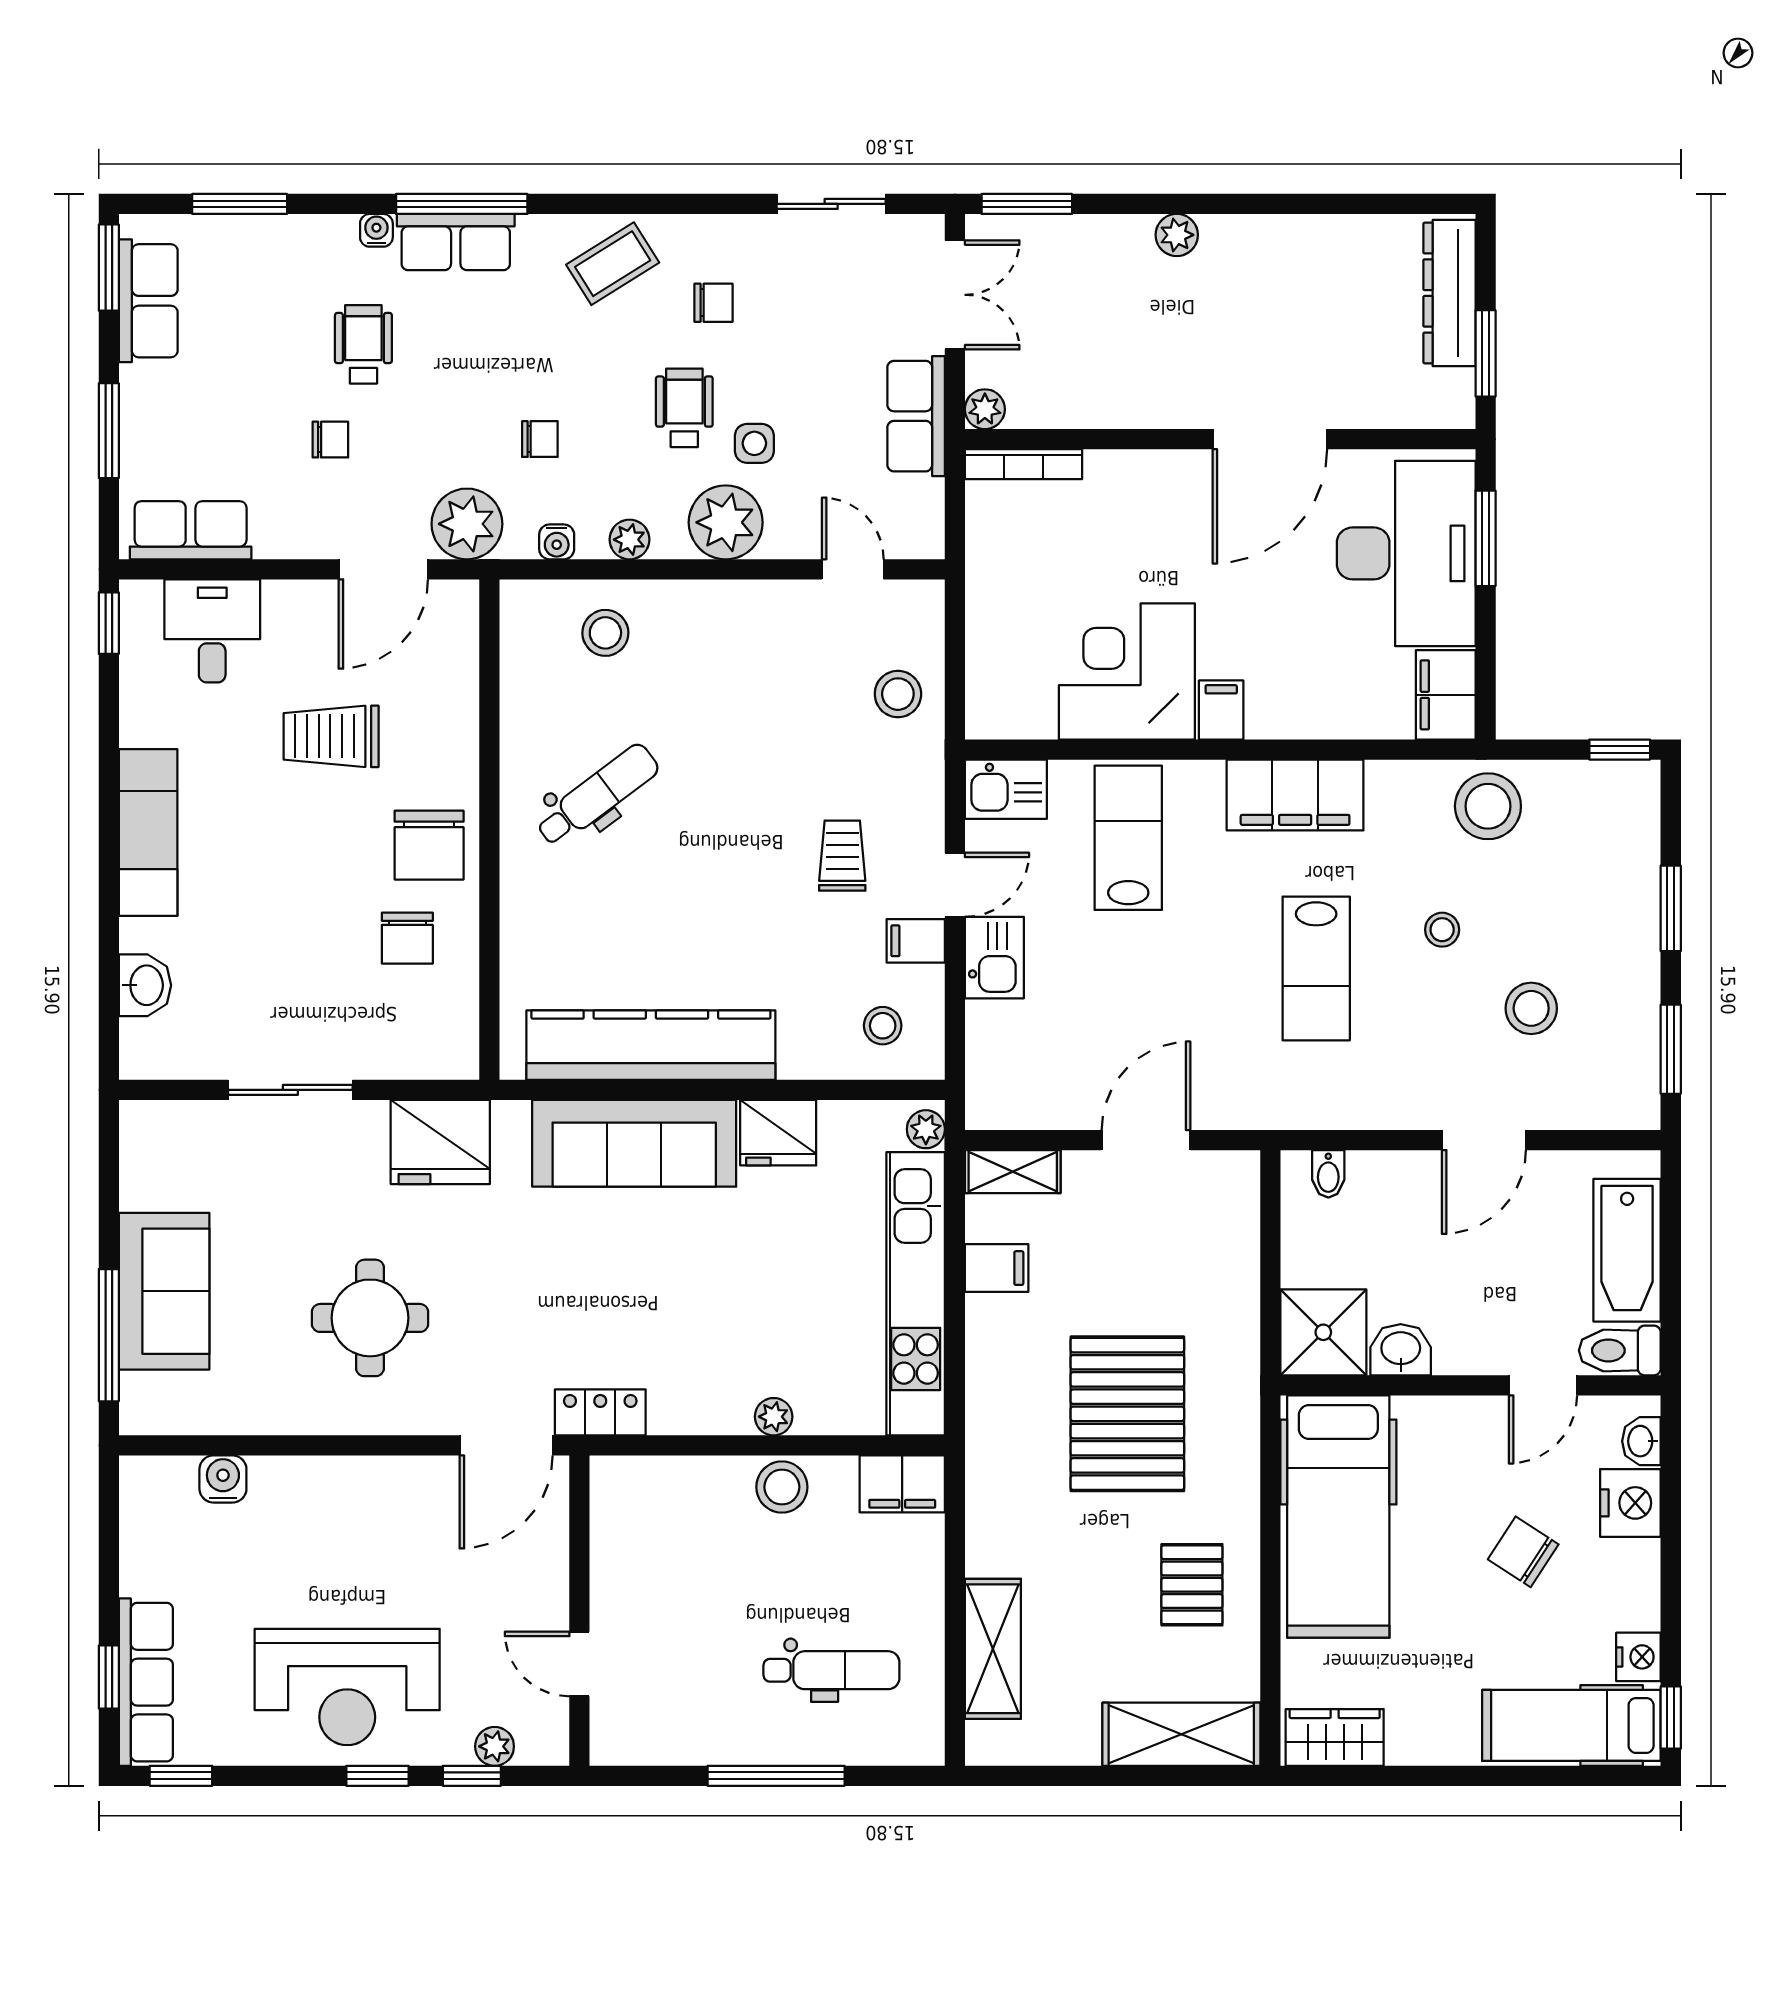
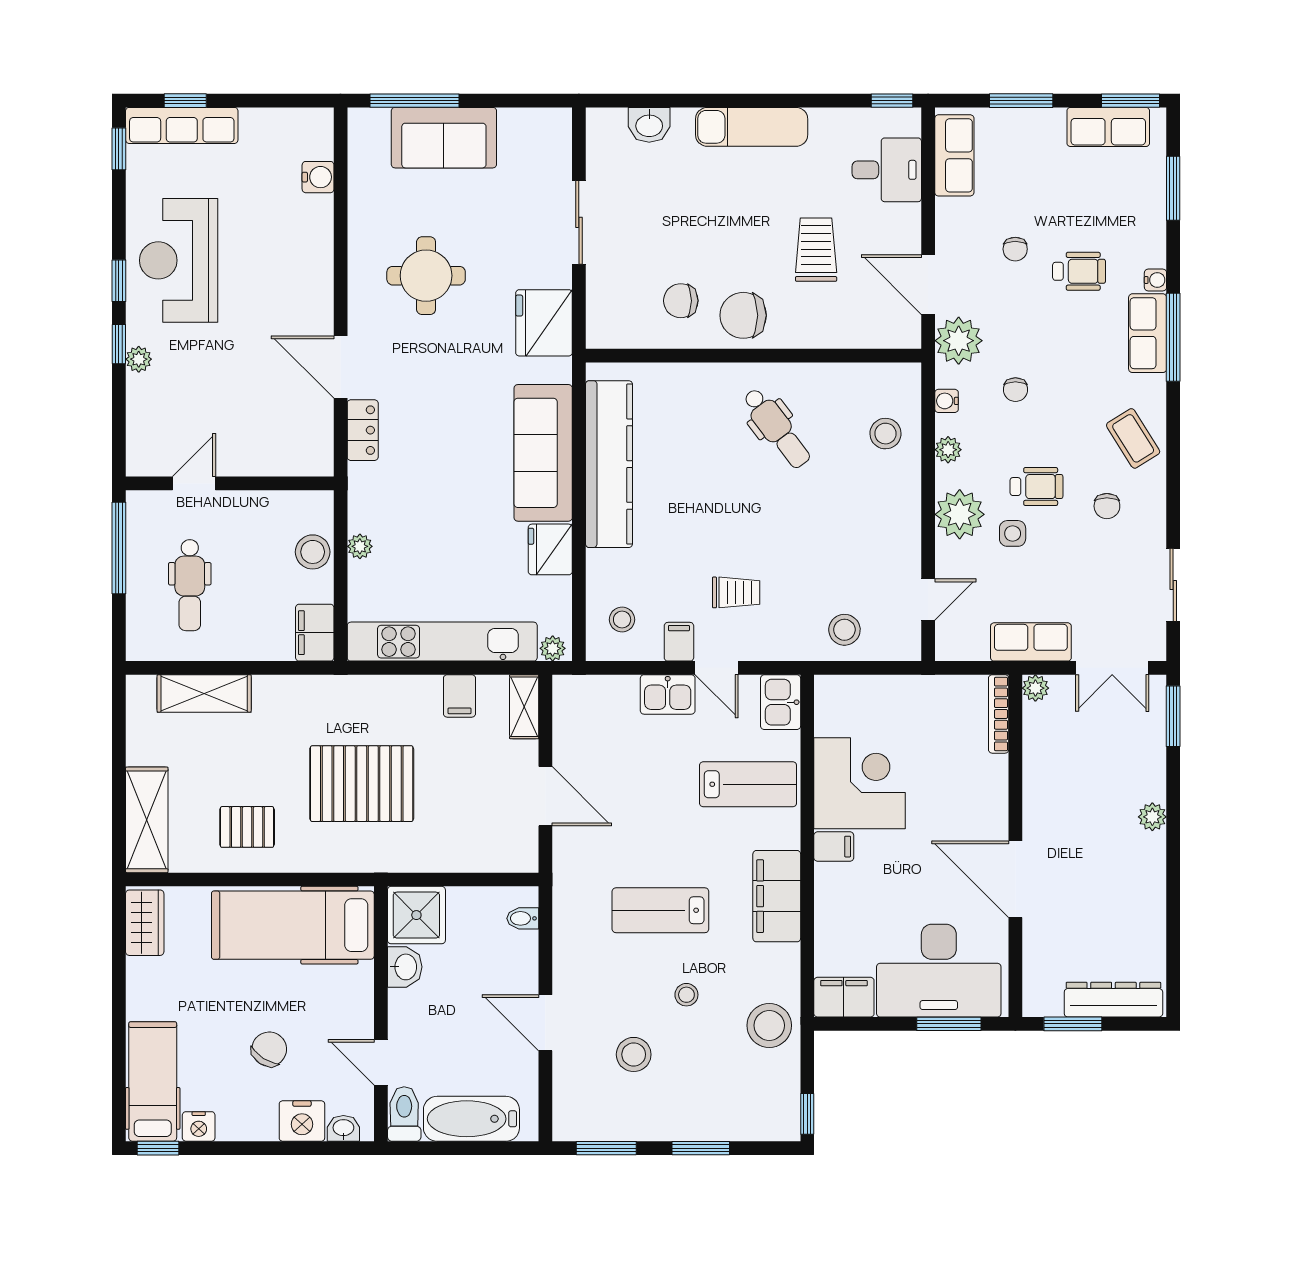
wall: (579, 1611) -> (230, 483), moved
door: (579, 1664) -> (194, 483), moved

